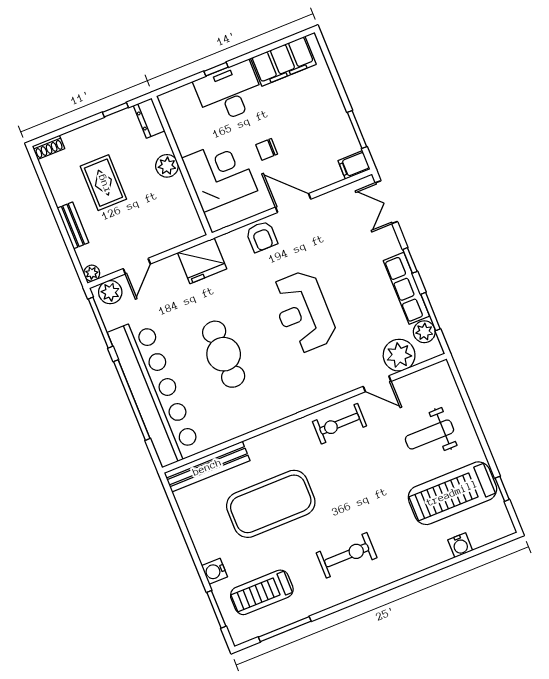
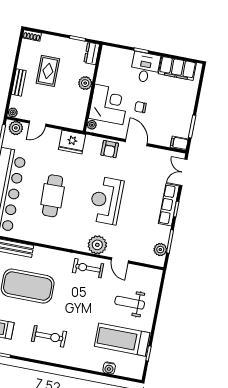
desk: (229, 92) -> (145, 67), width x0.73
plant: (214, 218) -> (92, 125), added
row of seats: (406, 288) -> (169, 205), moved
plant: (399, 355) -> (97, 245), moved

